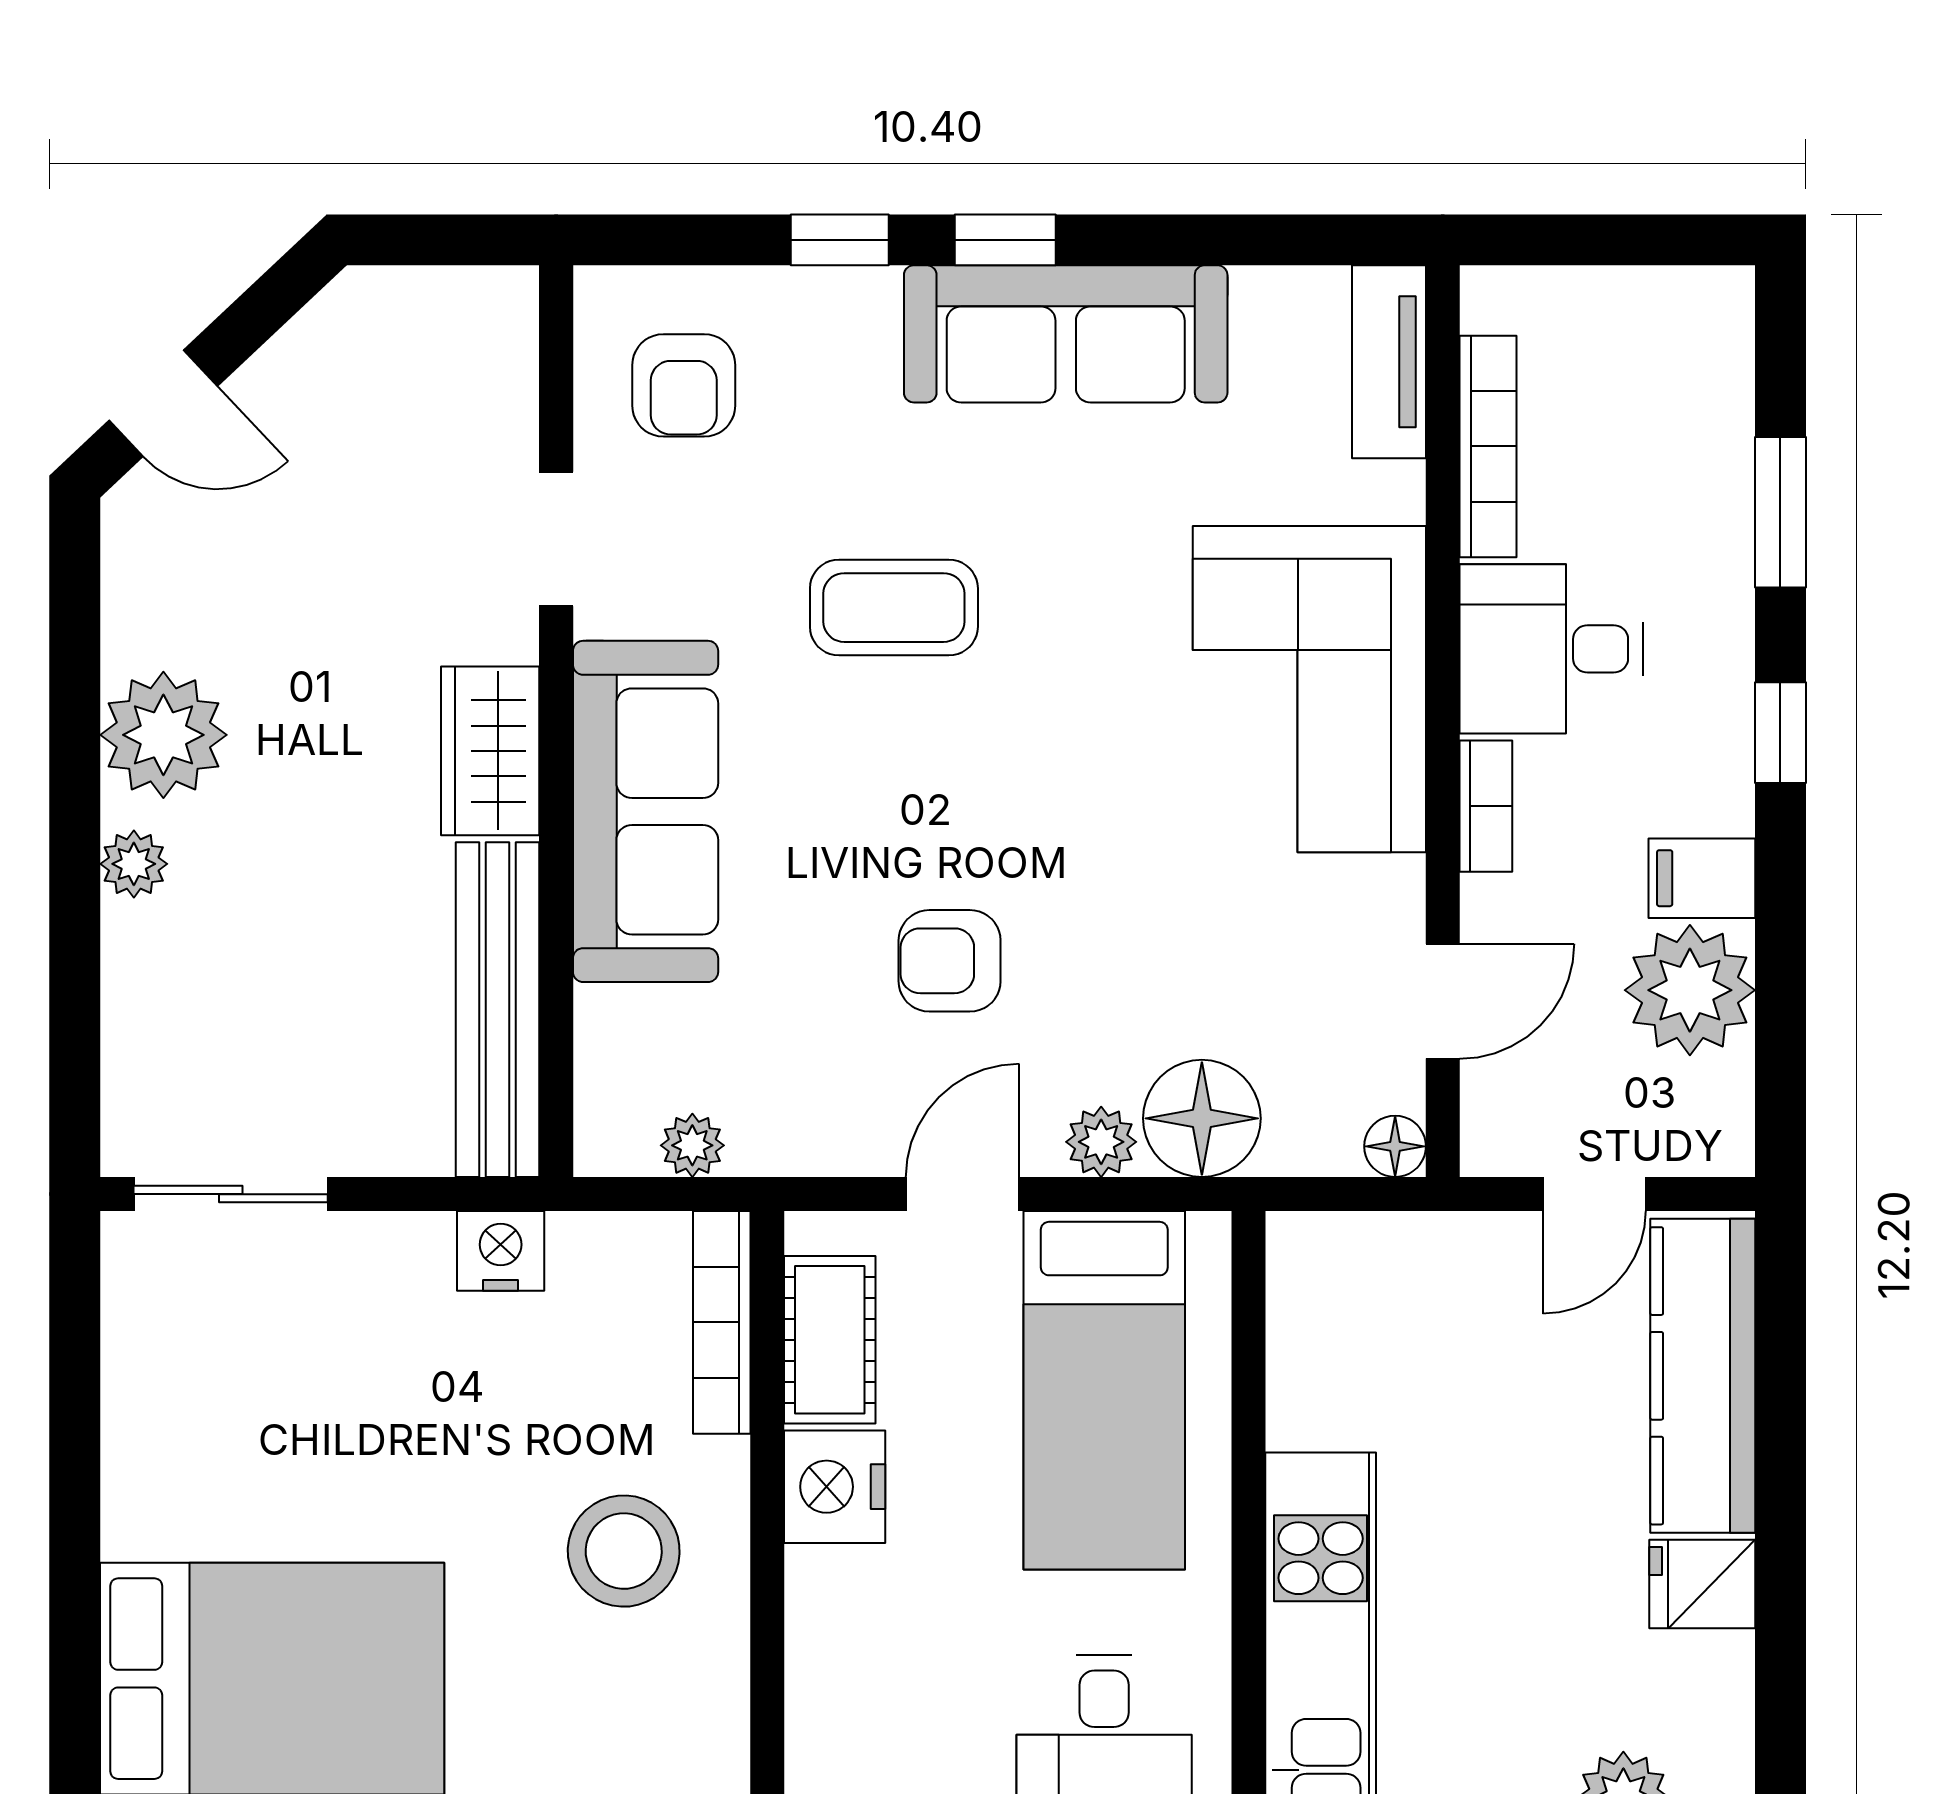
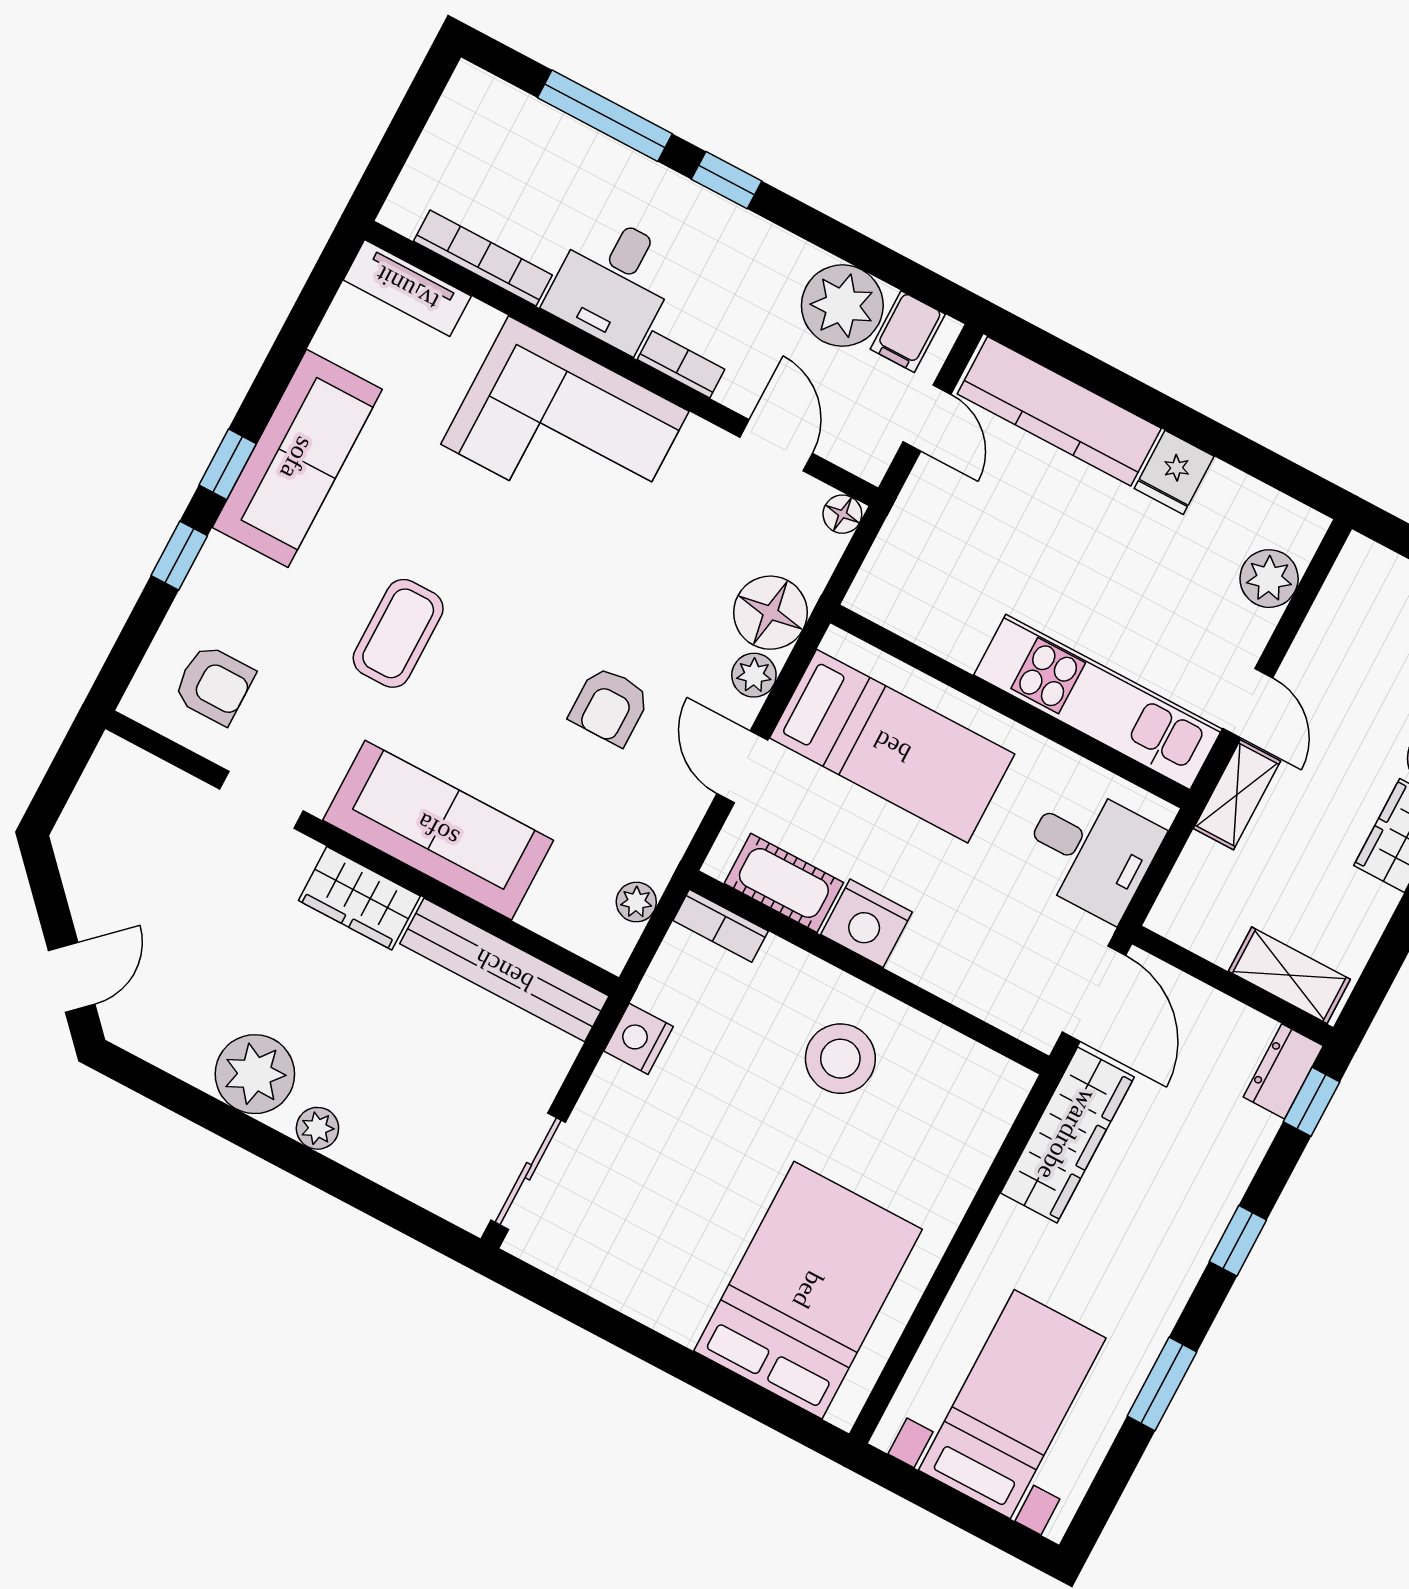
window: (1780, 512) -> (605, 116), width x1.44
filing cabinet: (1702, 878) -> (908, 332), moved
bookcase: (722, 1322) -> (721, 926), width x0.64

